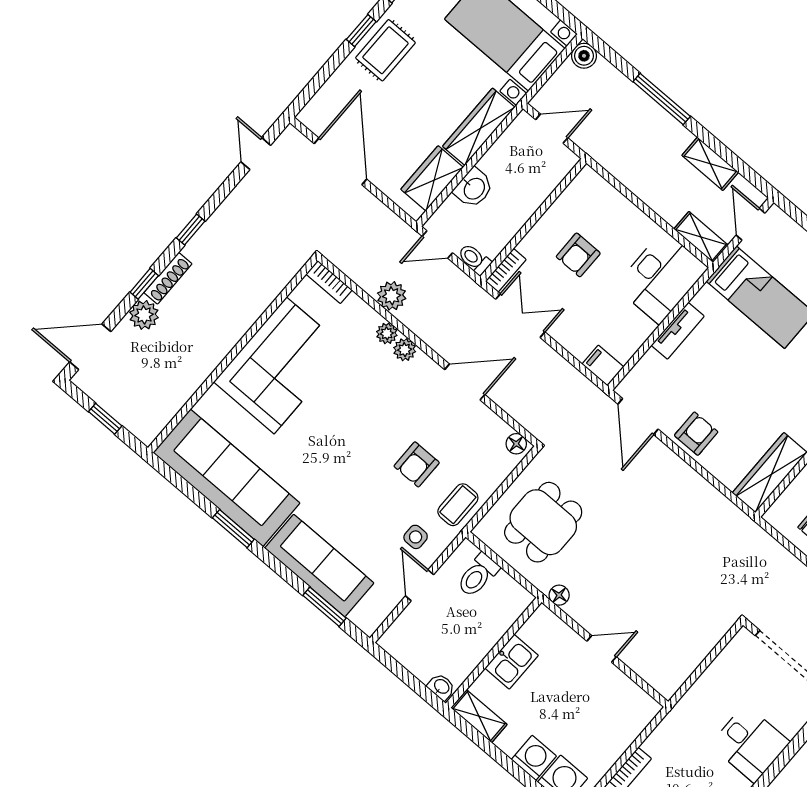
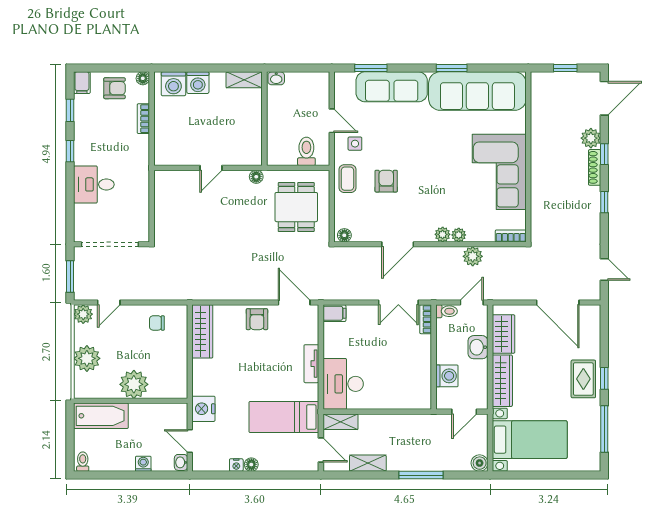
washing machine: (537, 186) -> (447, 376), added
armchair: (578, 255) -> (395, 359), removed
kitchen sink: (512, 662) -> (251, 122), removed

